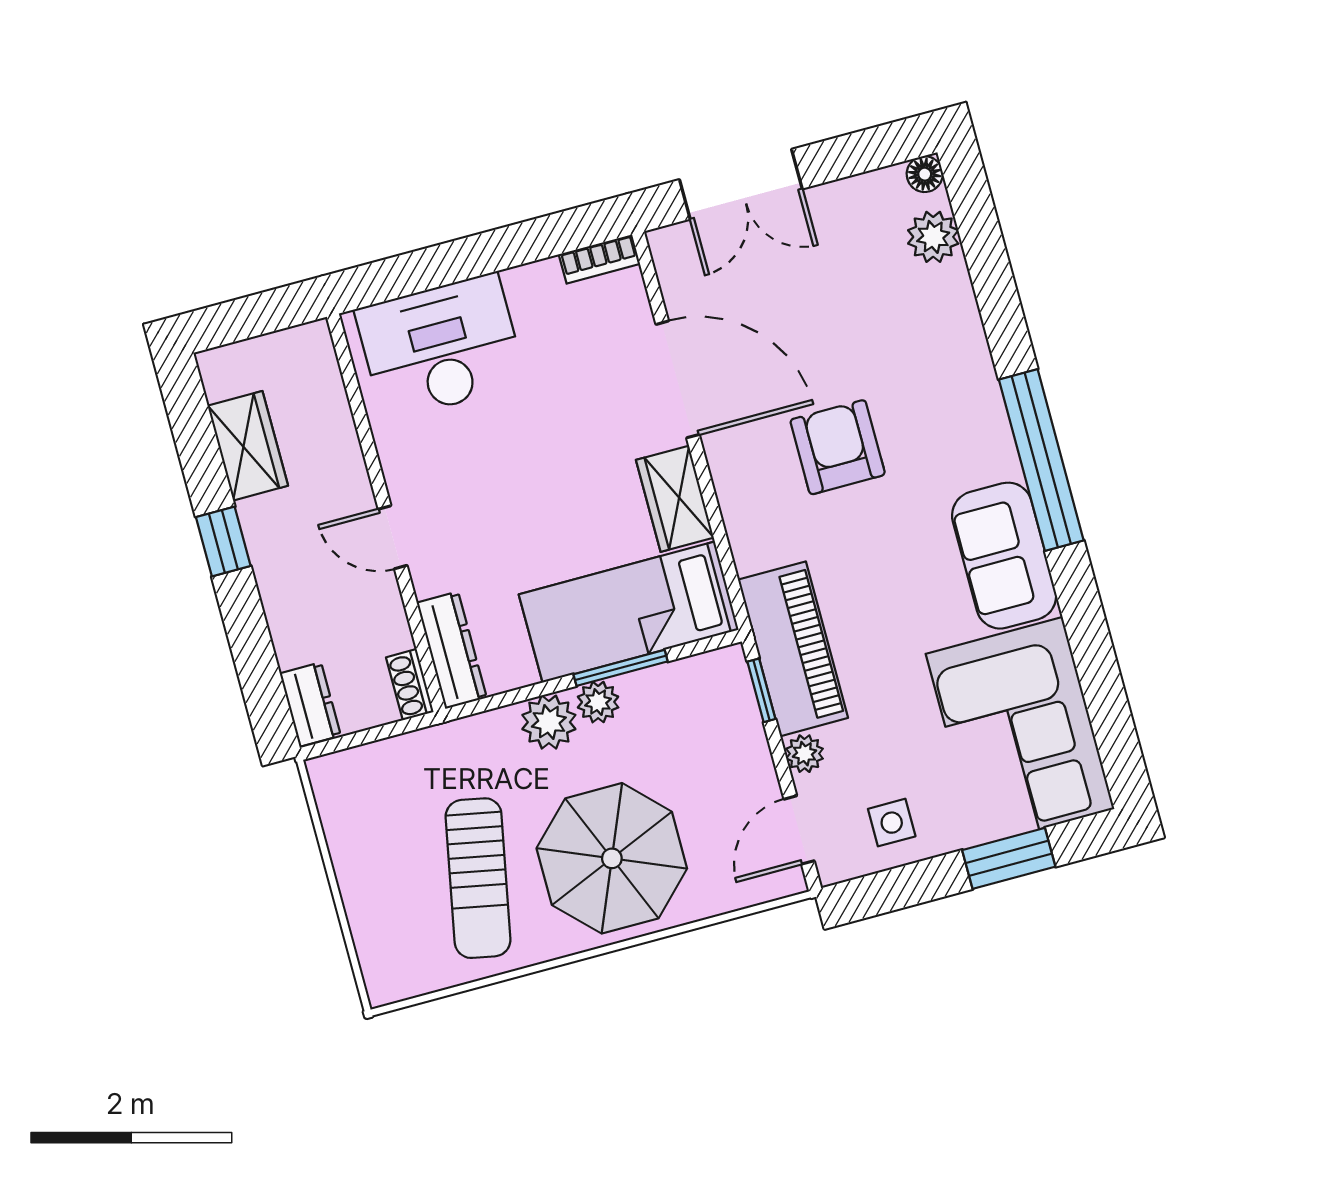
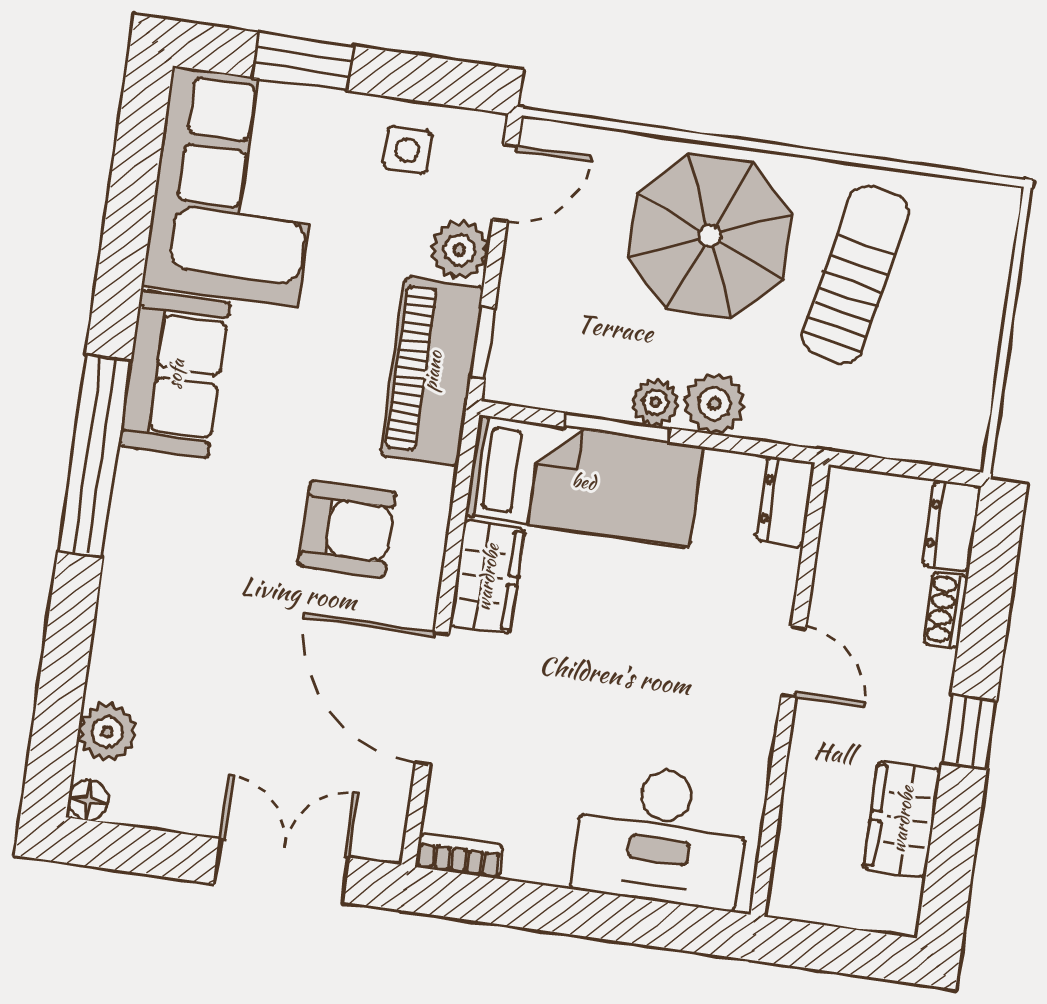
armchair: (838, 447) -> (347, 529), moved, turned -90
dresser: (452, 650) -> (785, 501), width x0.70
shoe rack: (410, 685) -> (946, 610), moved, turned 180
plant: (805, 754) -> (459, 250), width x1.38, depth x1.38

